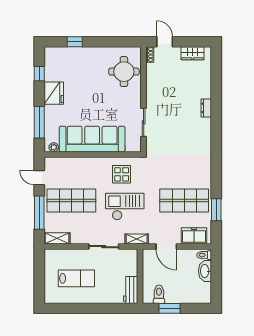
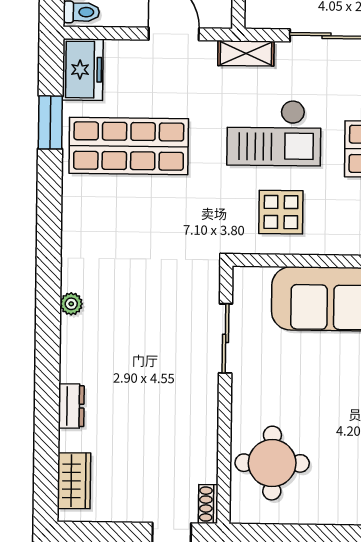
wardrobe: (192, 53) -> (74, 481), moved, turned 90
dresser: (206, 108) -> (71, 406), moved
plant: (207, 136) -> (71, 304), added
freezer: (194, 236) -> (83, 70), moved, turned -90

